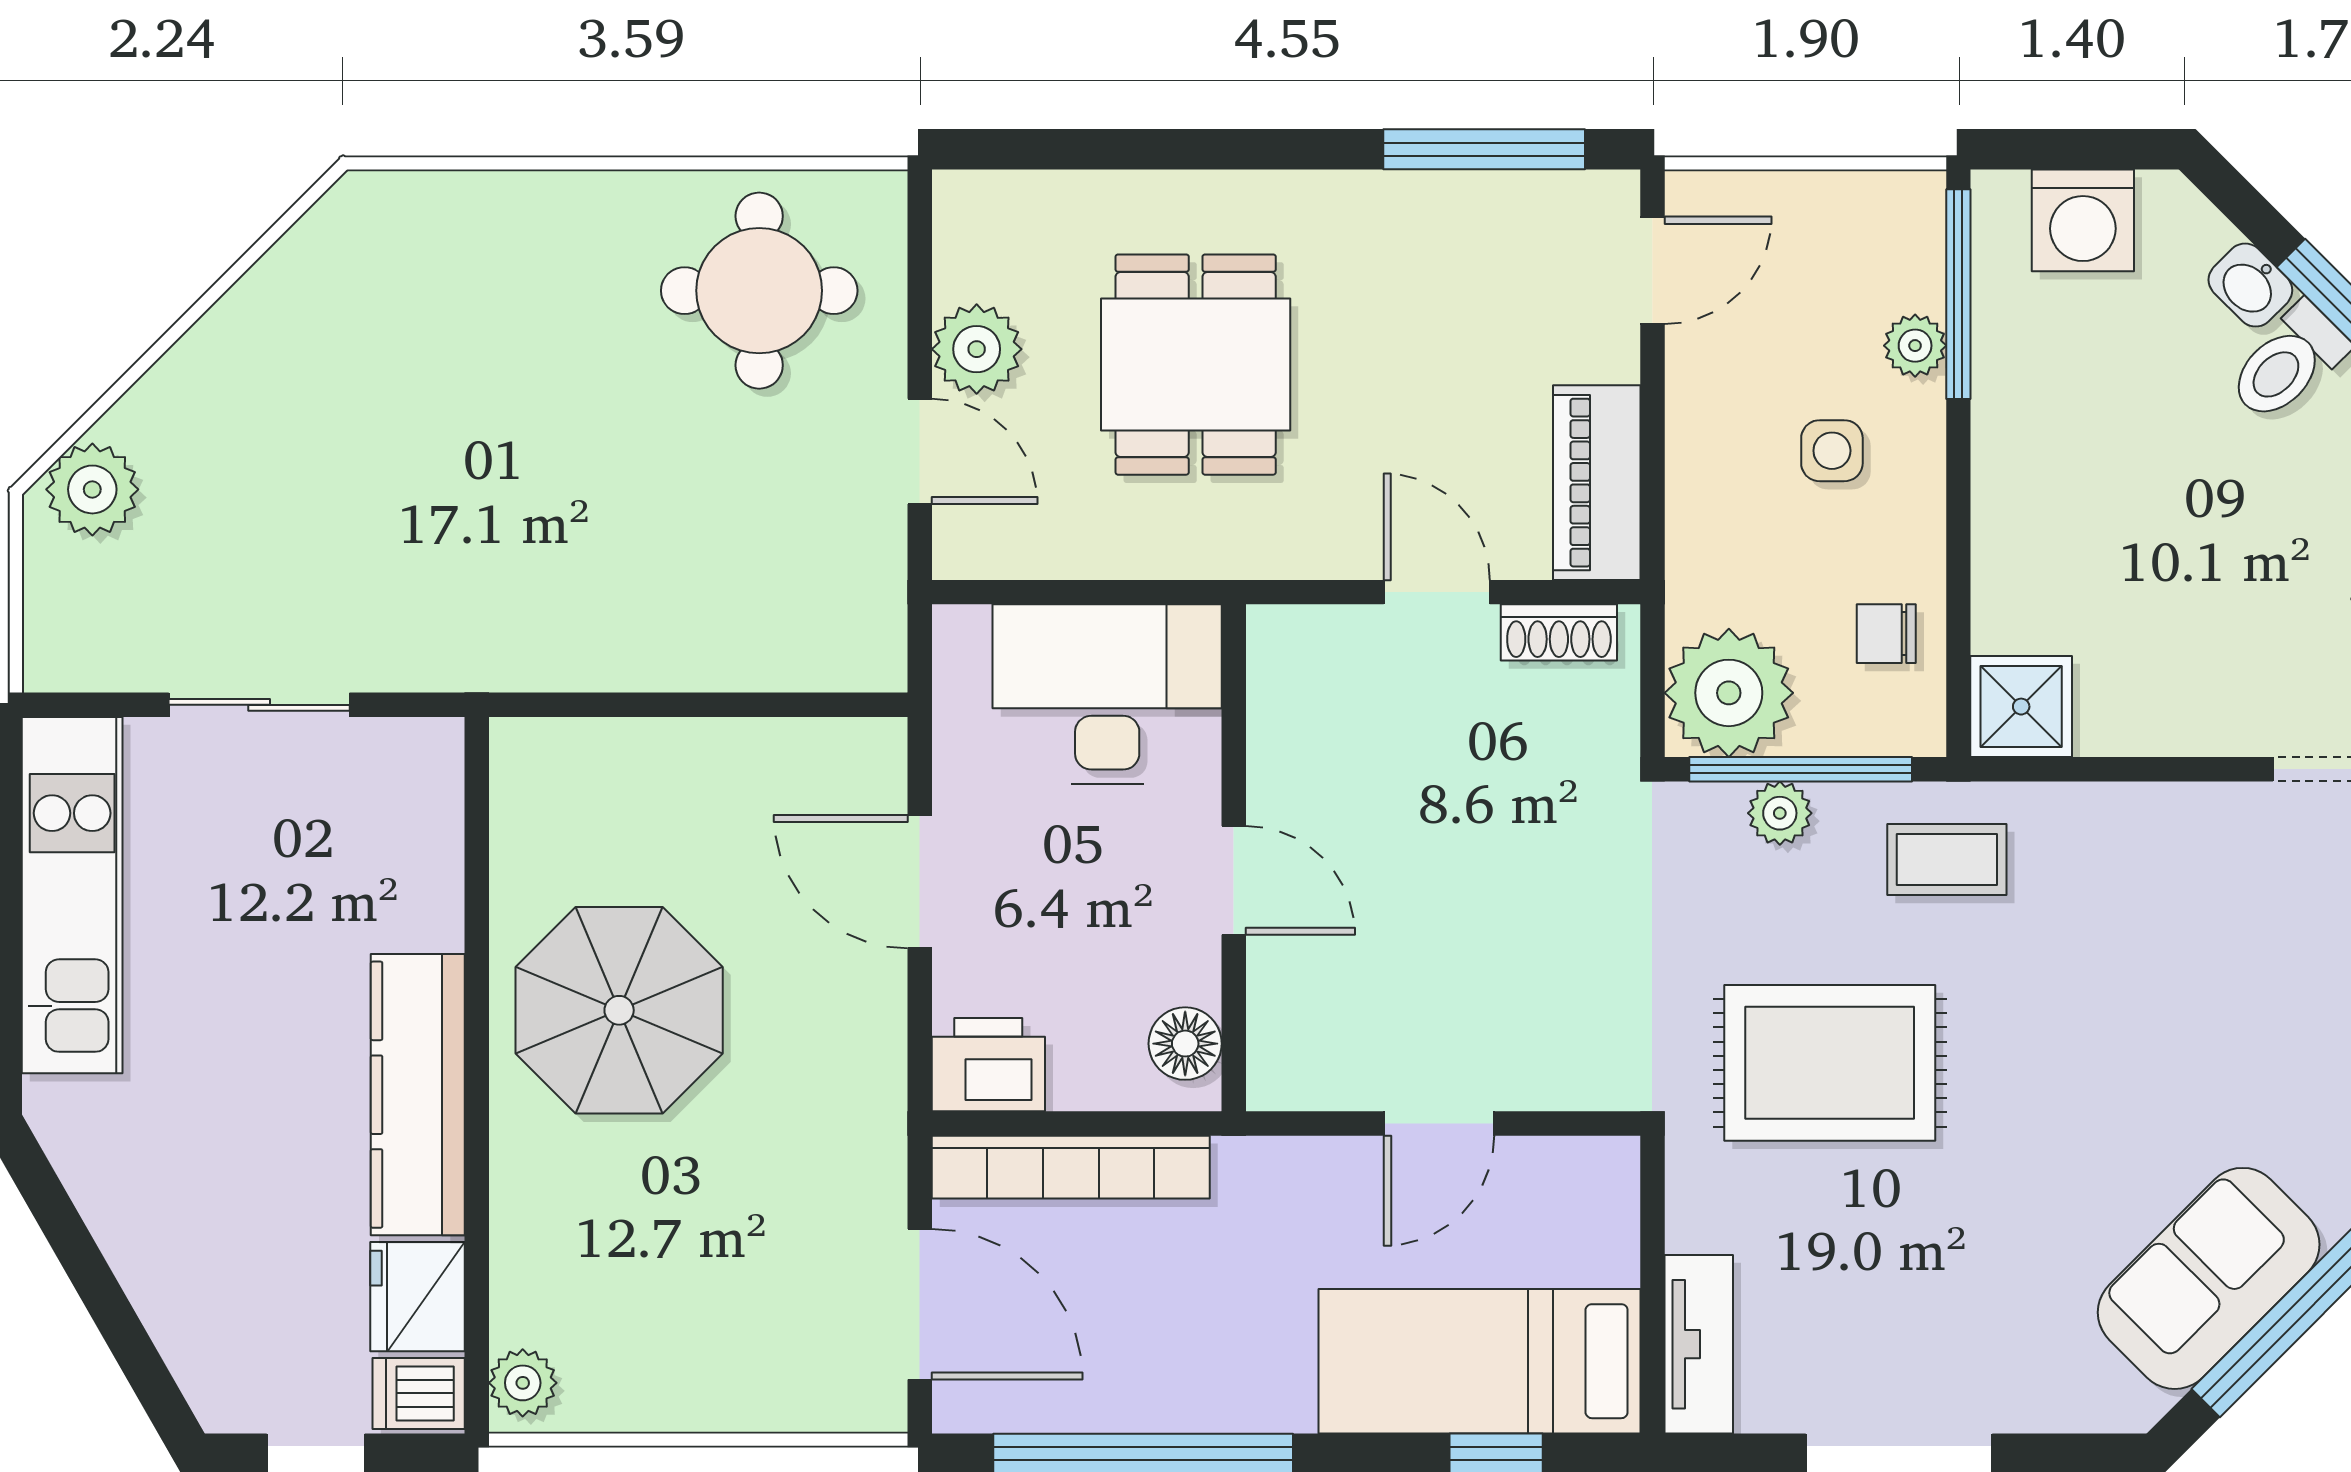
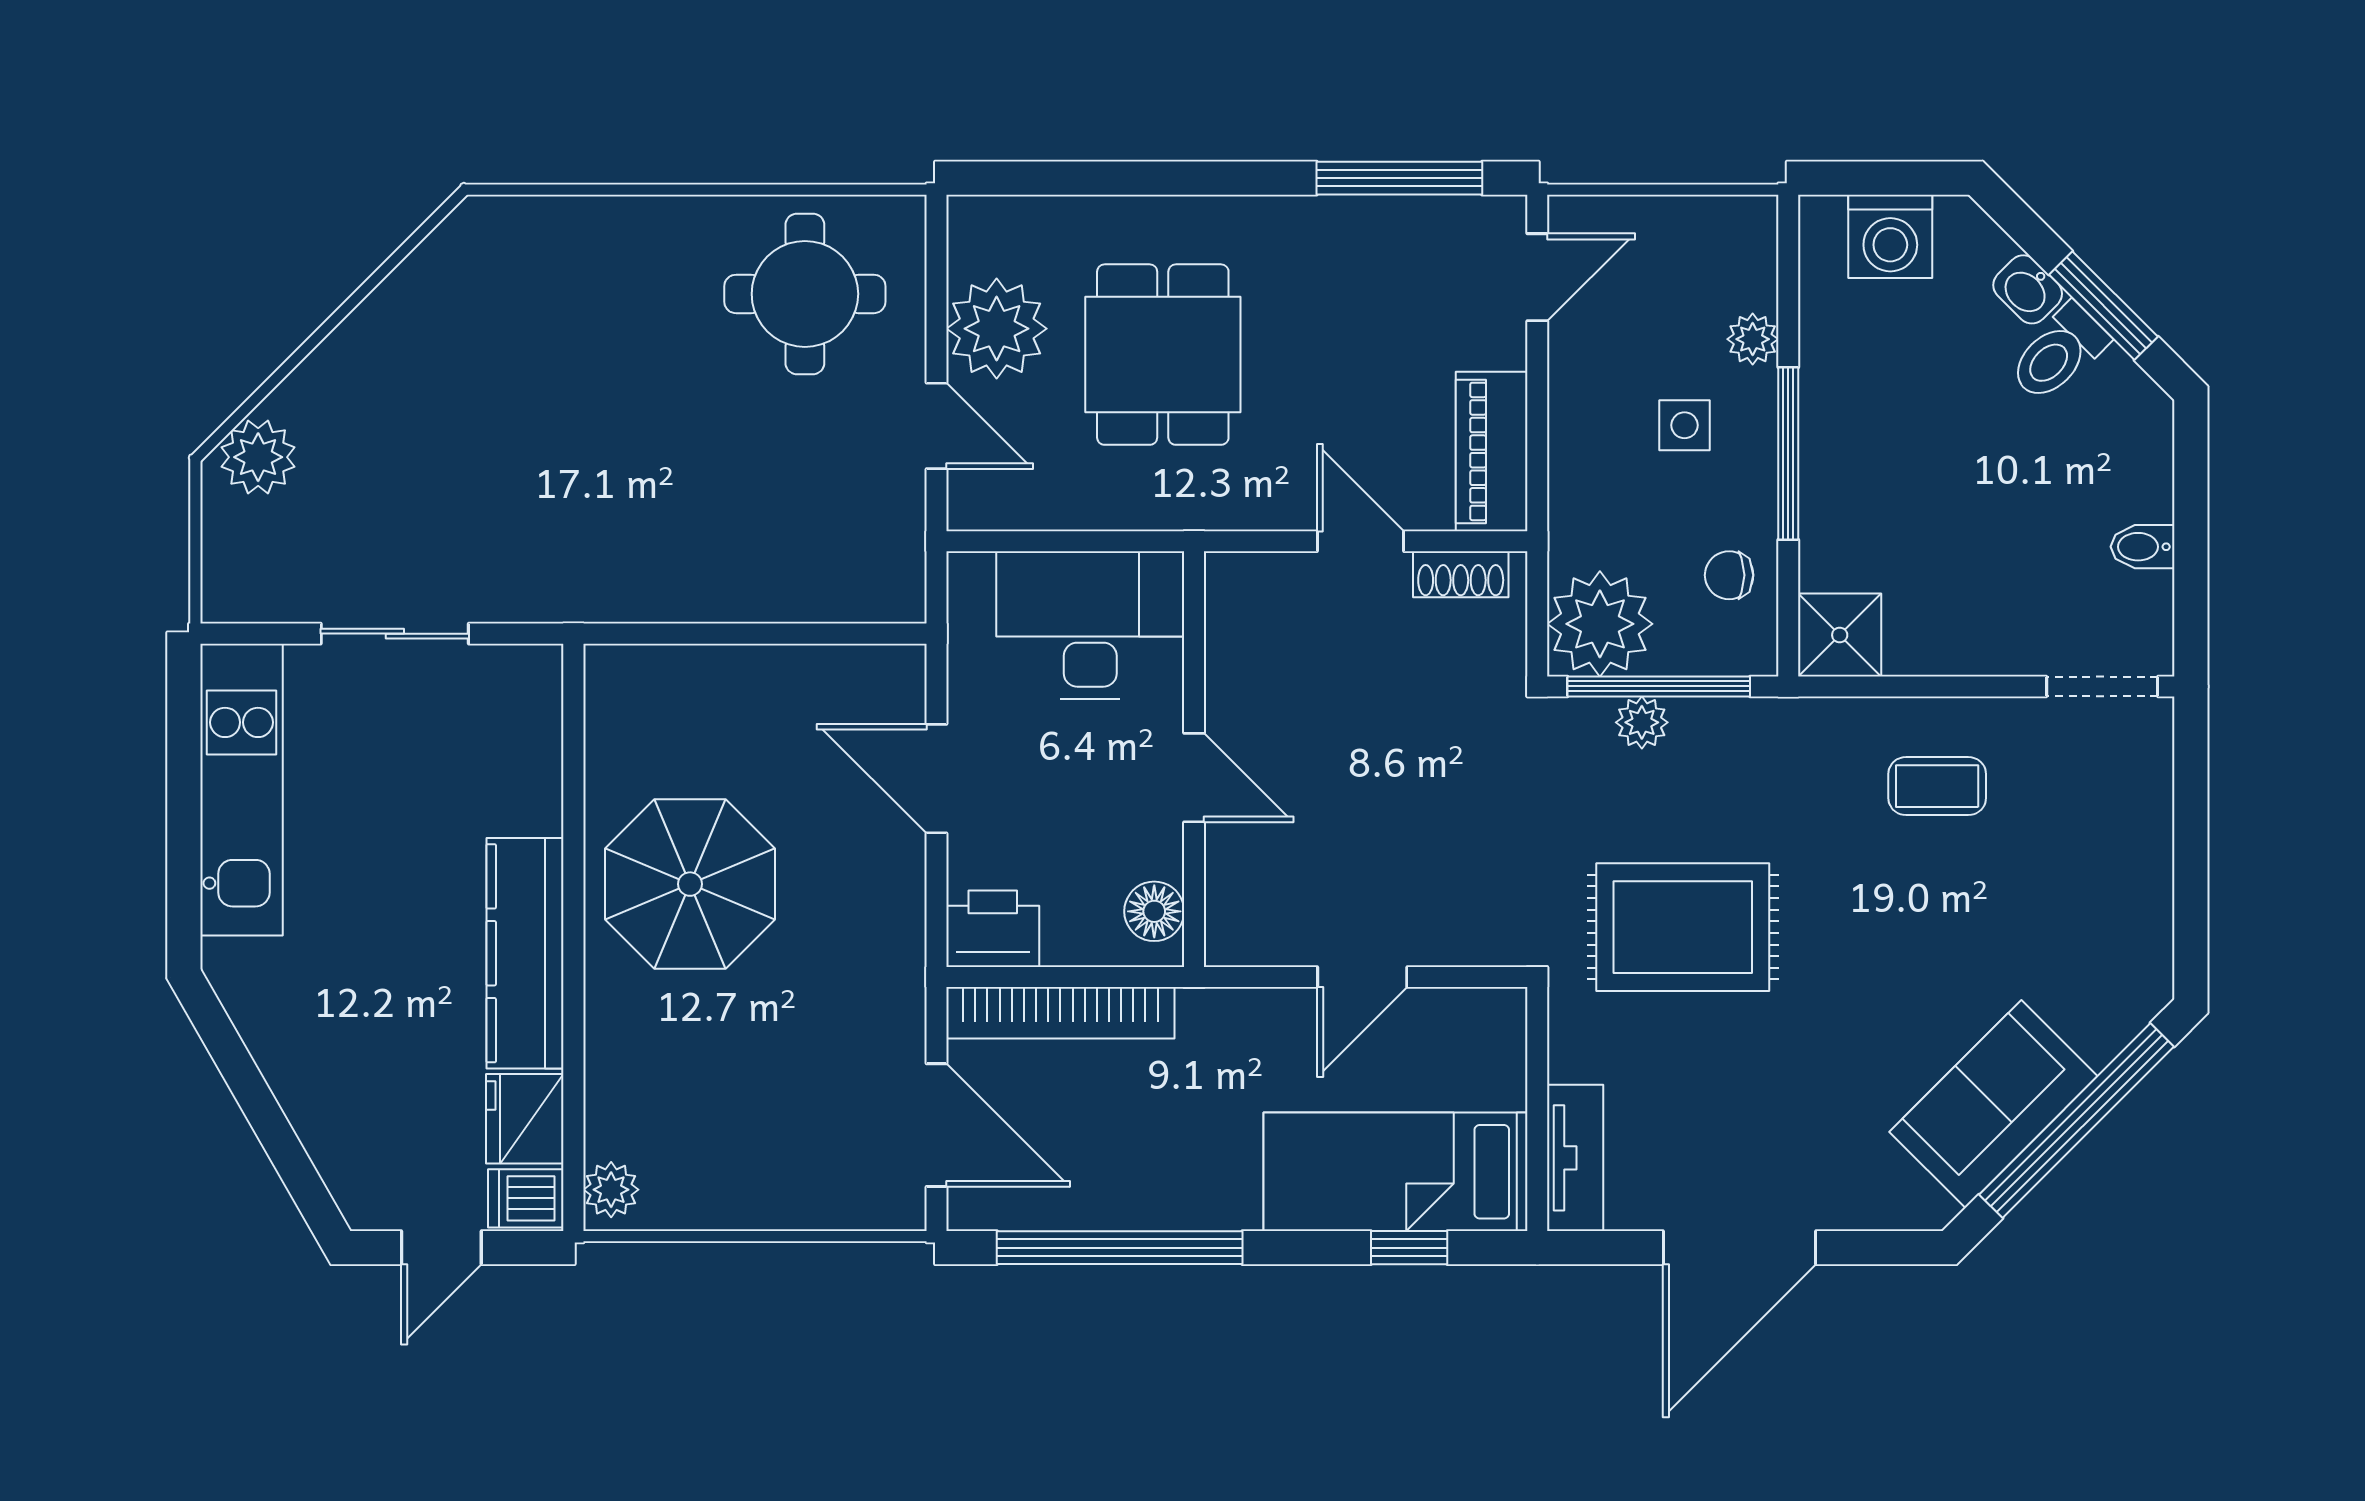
window: (1958, 294) -> (1788, 454), moved
plant: (977, 349) -> (997, 329), width x1.36, depth x1.36
coffee table: (1947, 859) -> (1937, 786), moved

